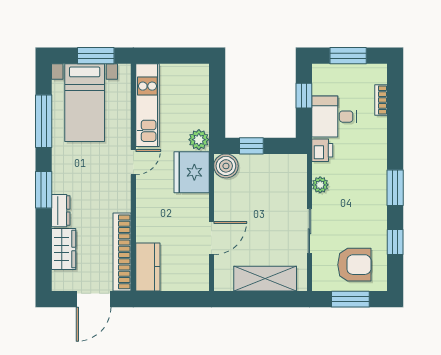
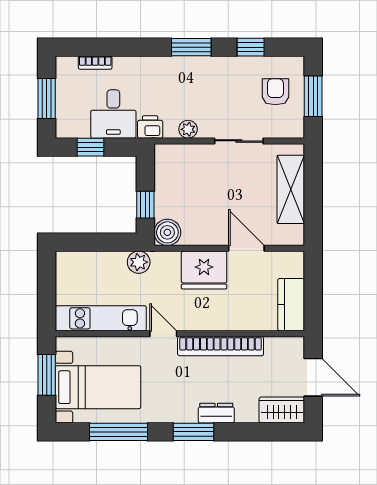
fridge: (192, 172) -> (204, 270), moved
wardrobe: (64, 249) -> (282, 410), moved
bookcase: (122, 252) -> (221, 346), moved
armchair: (354, 265) -> (275, 92), width x0.72, depth x0.72
kitchen counter: (148, 267) -> (291, 305), moved, turned -90

